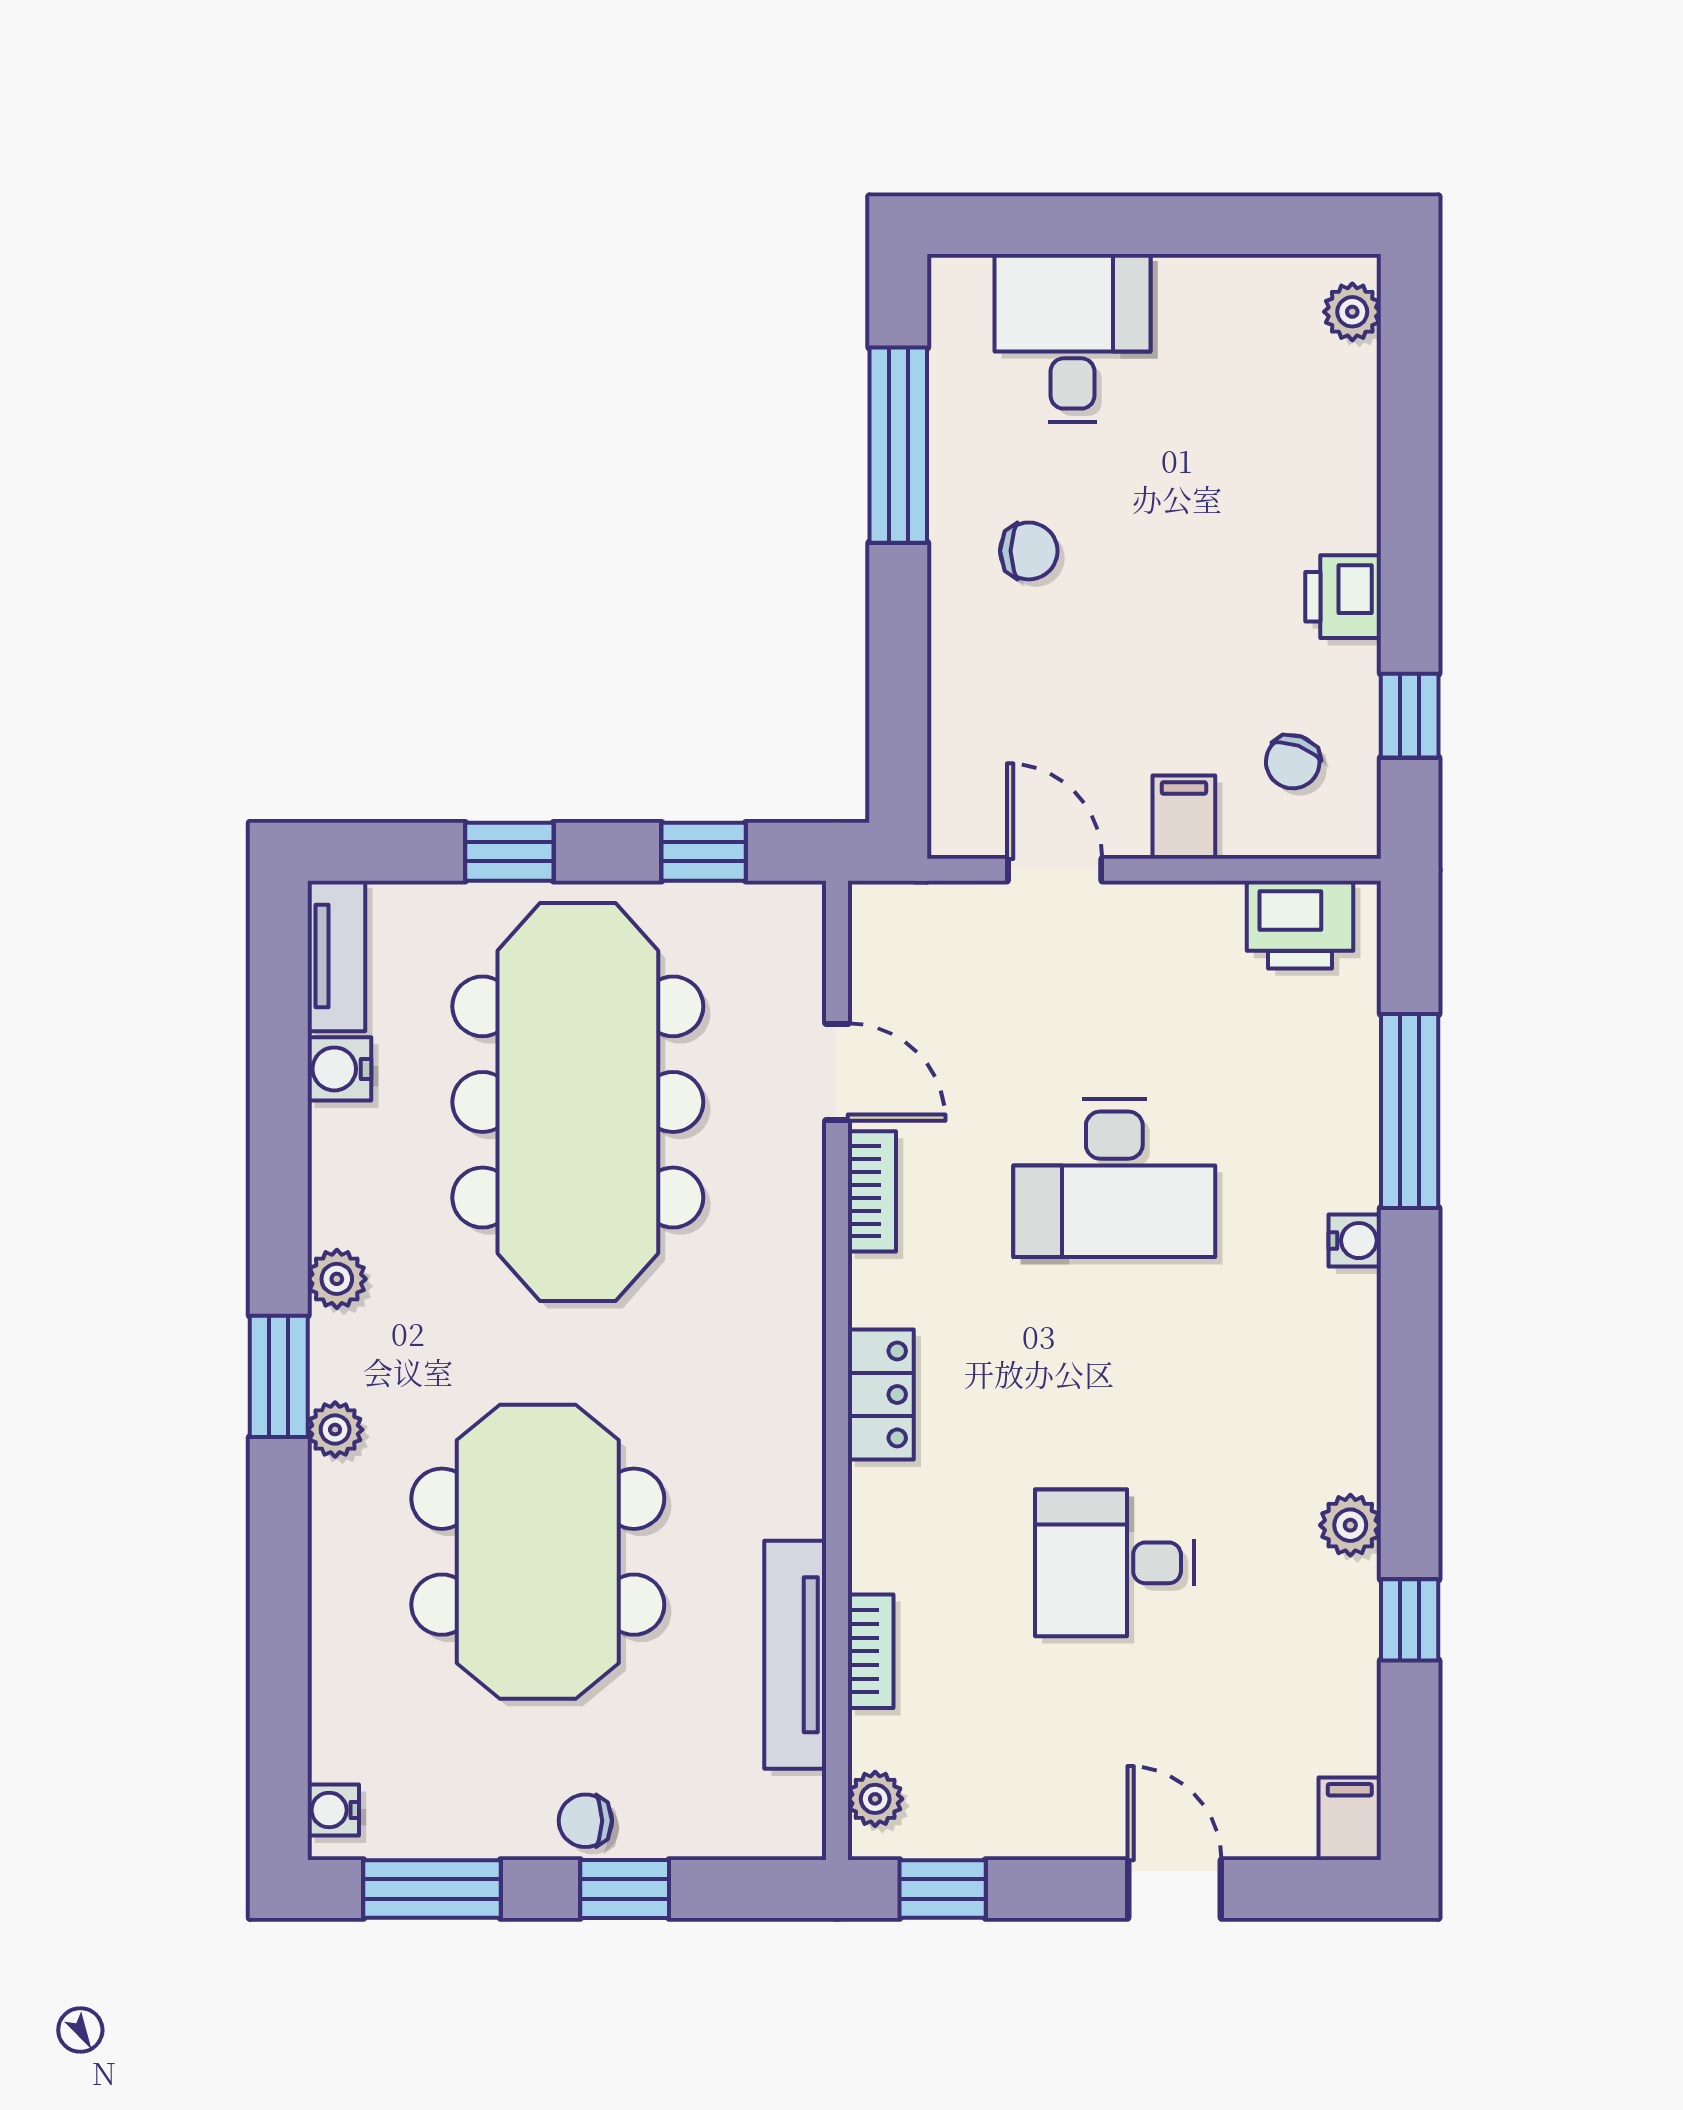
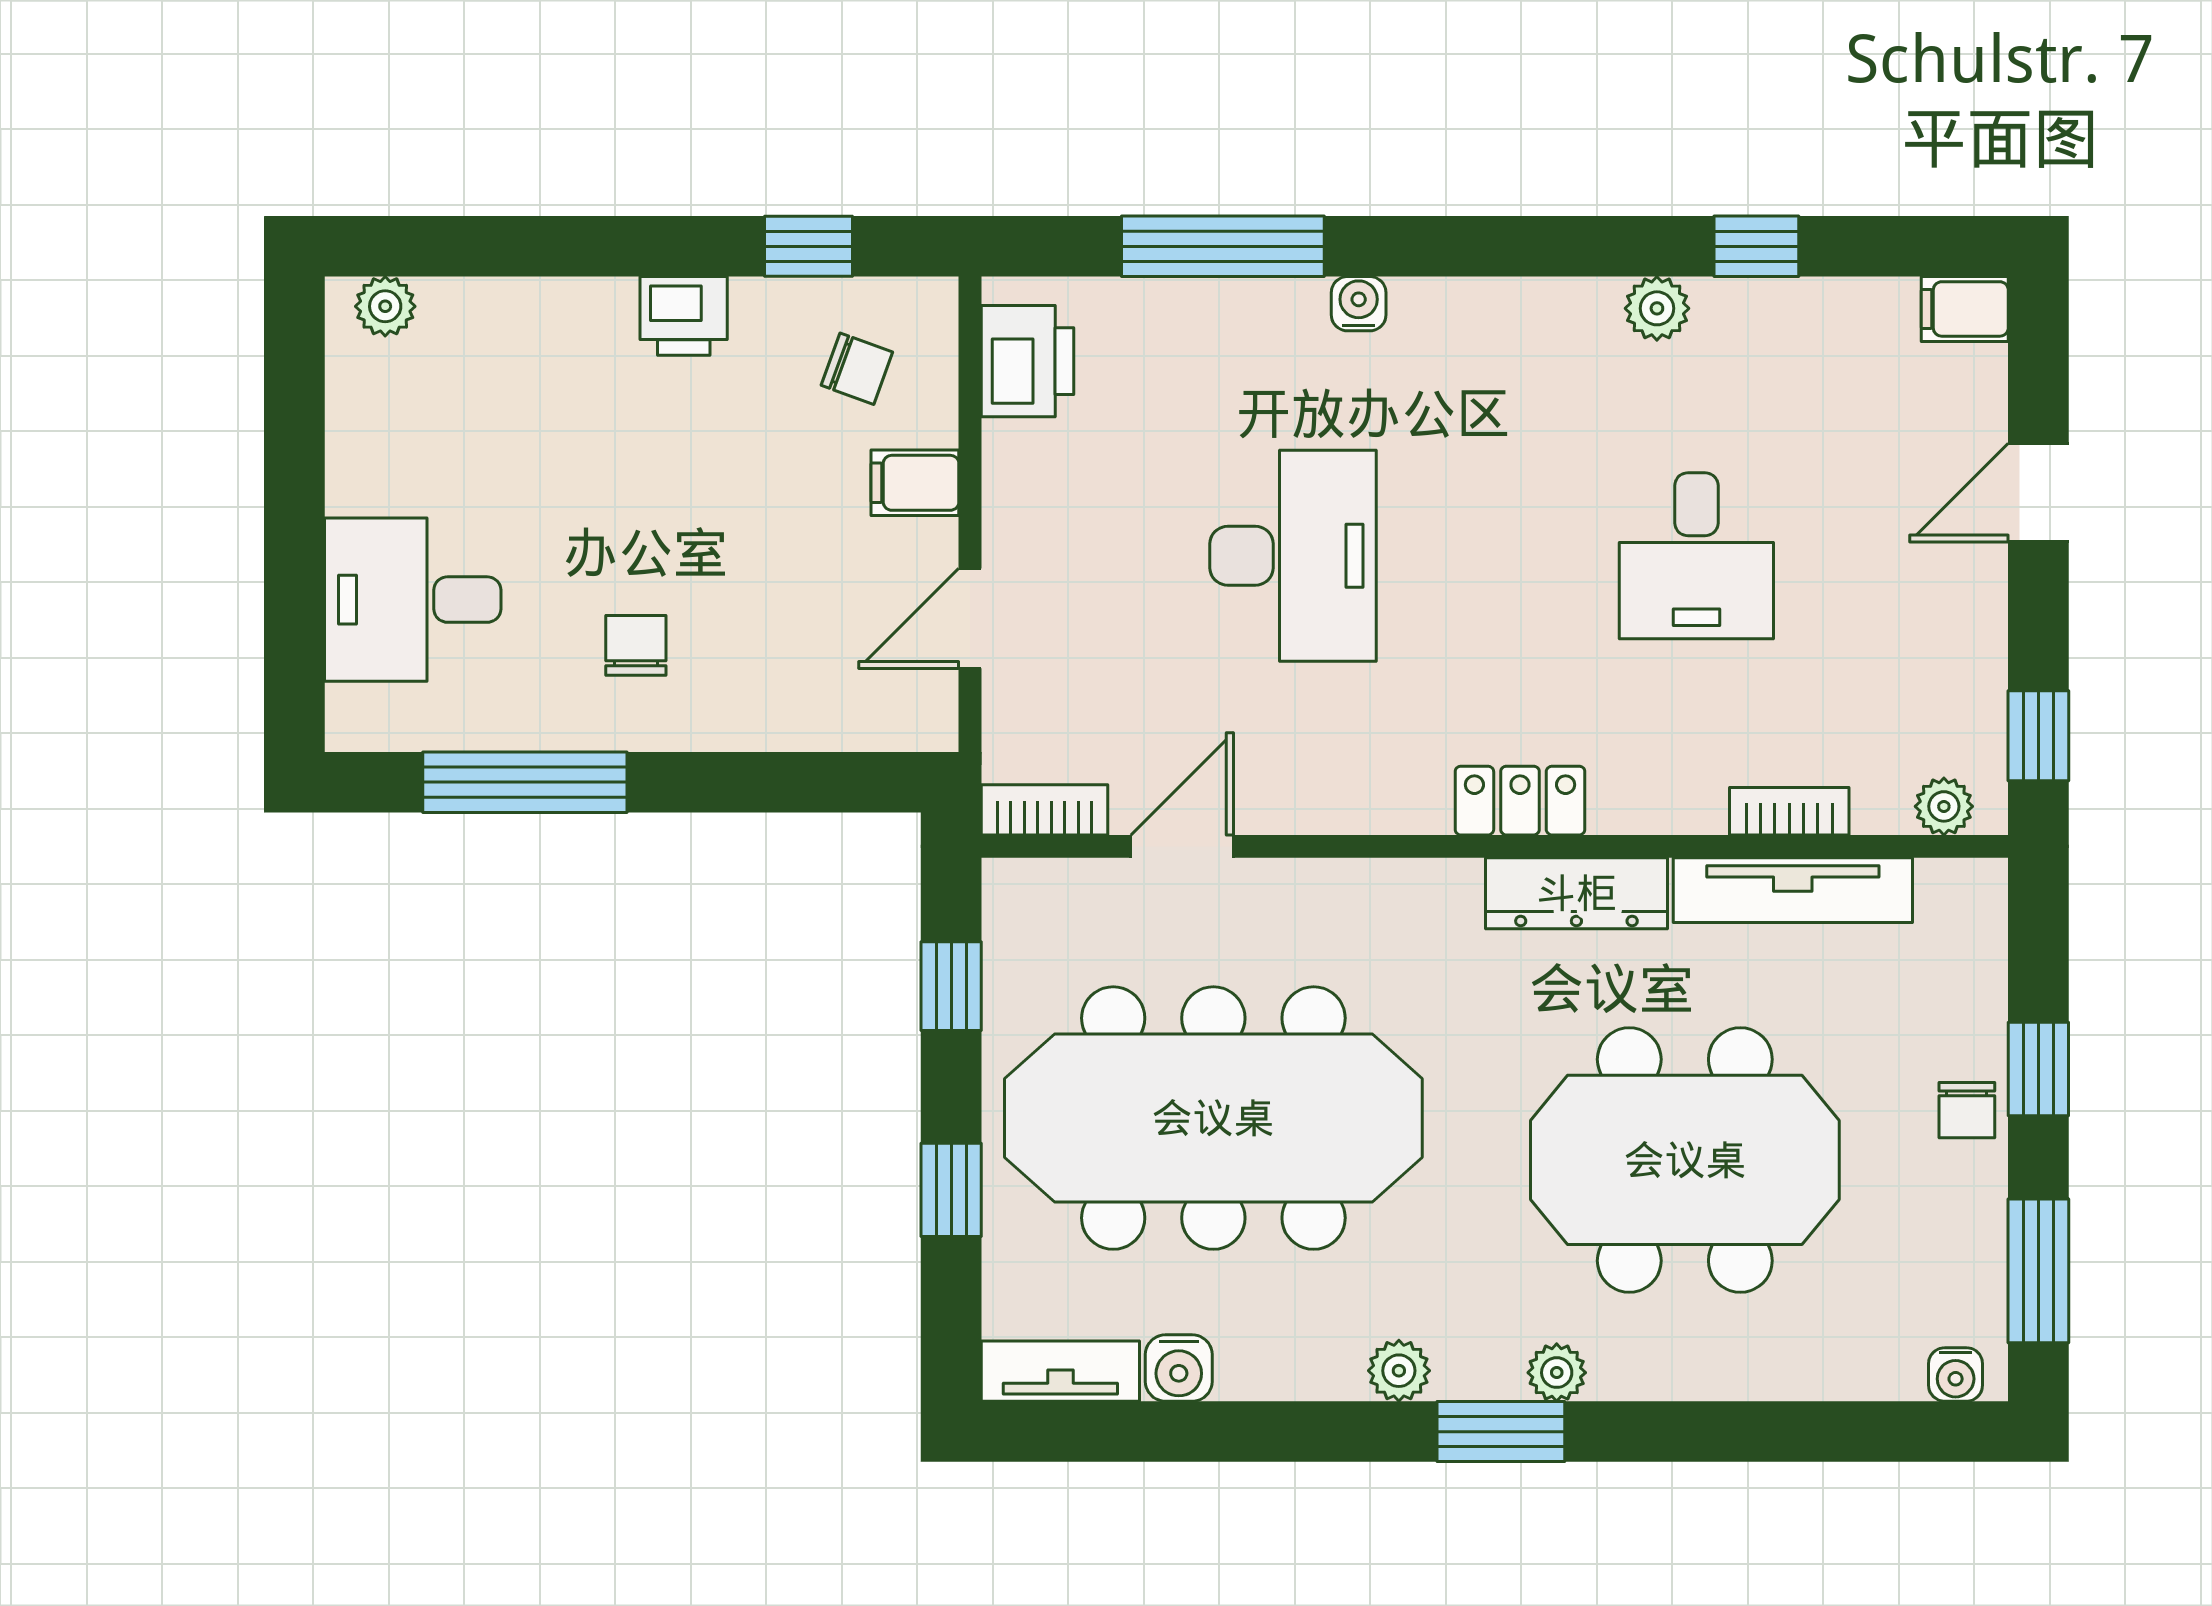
bookcase: (872, 1191) -> (1044, 810), moved
dresser: (792, 1448) -> (1576, 893), added

